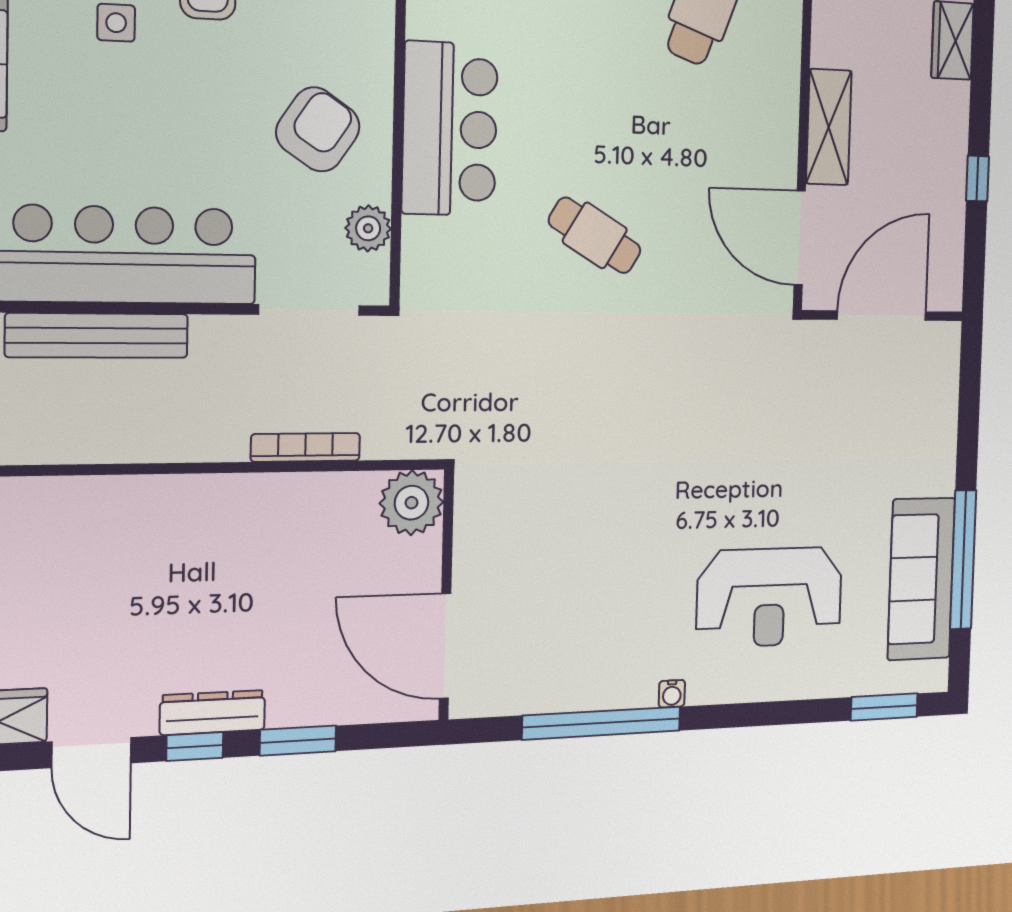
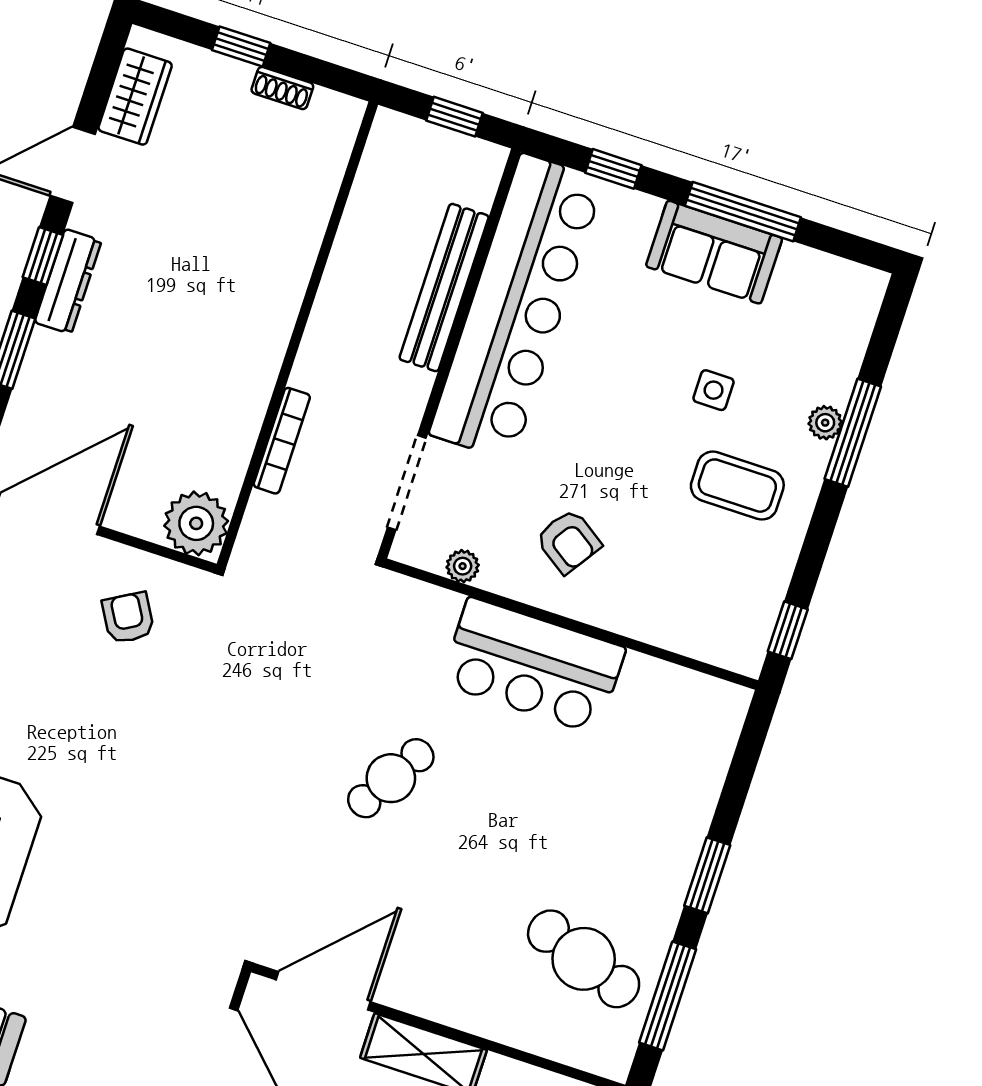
armchair: (318, 129) -> (568, 541), width x0.72, depth x0.72
plant: (368, 228) -> (463, 566), width x0.73, depth x0.73
armchair: (520, 536) -> (128, 618), added

